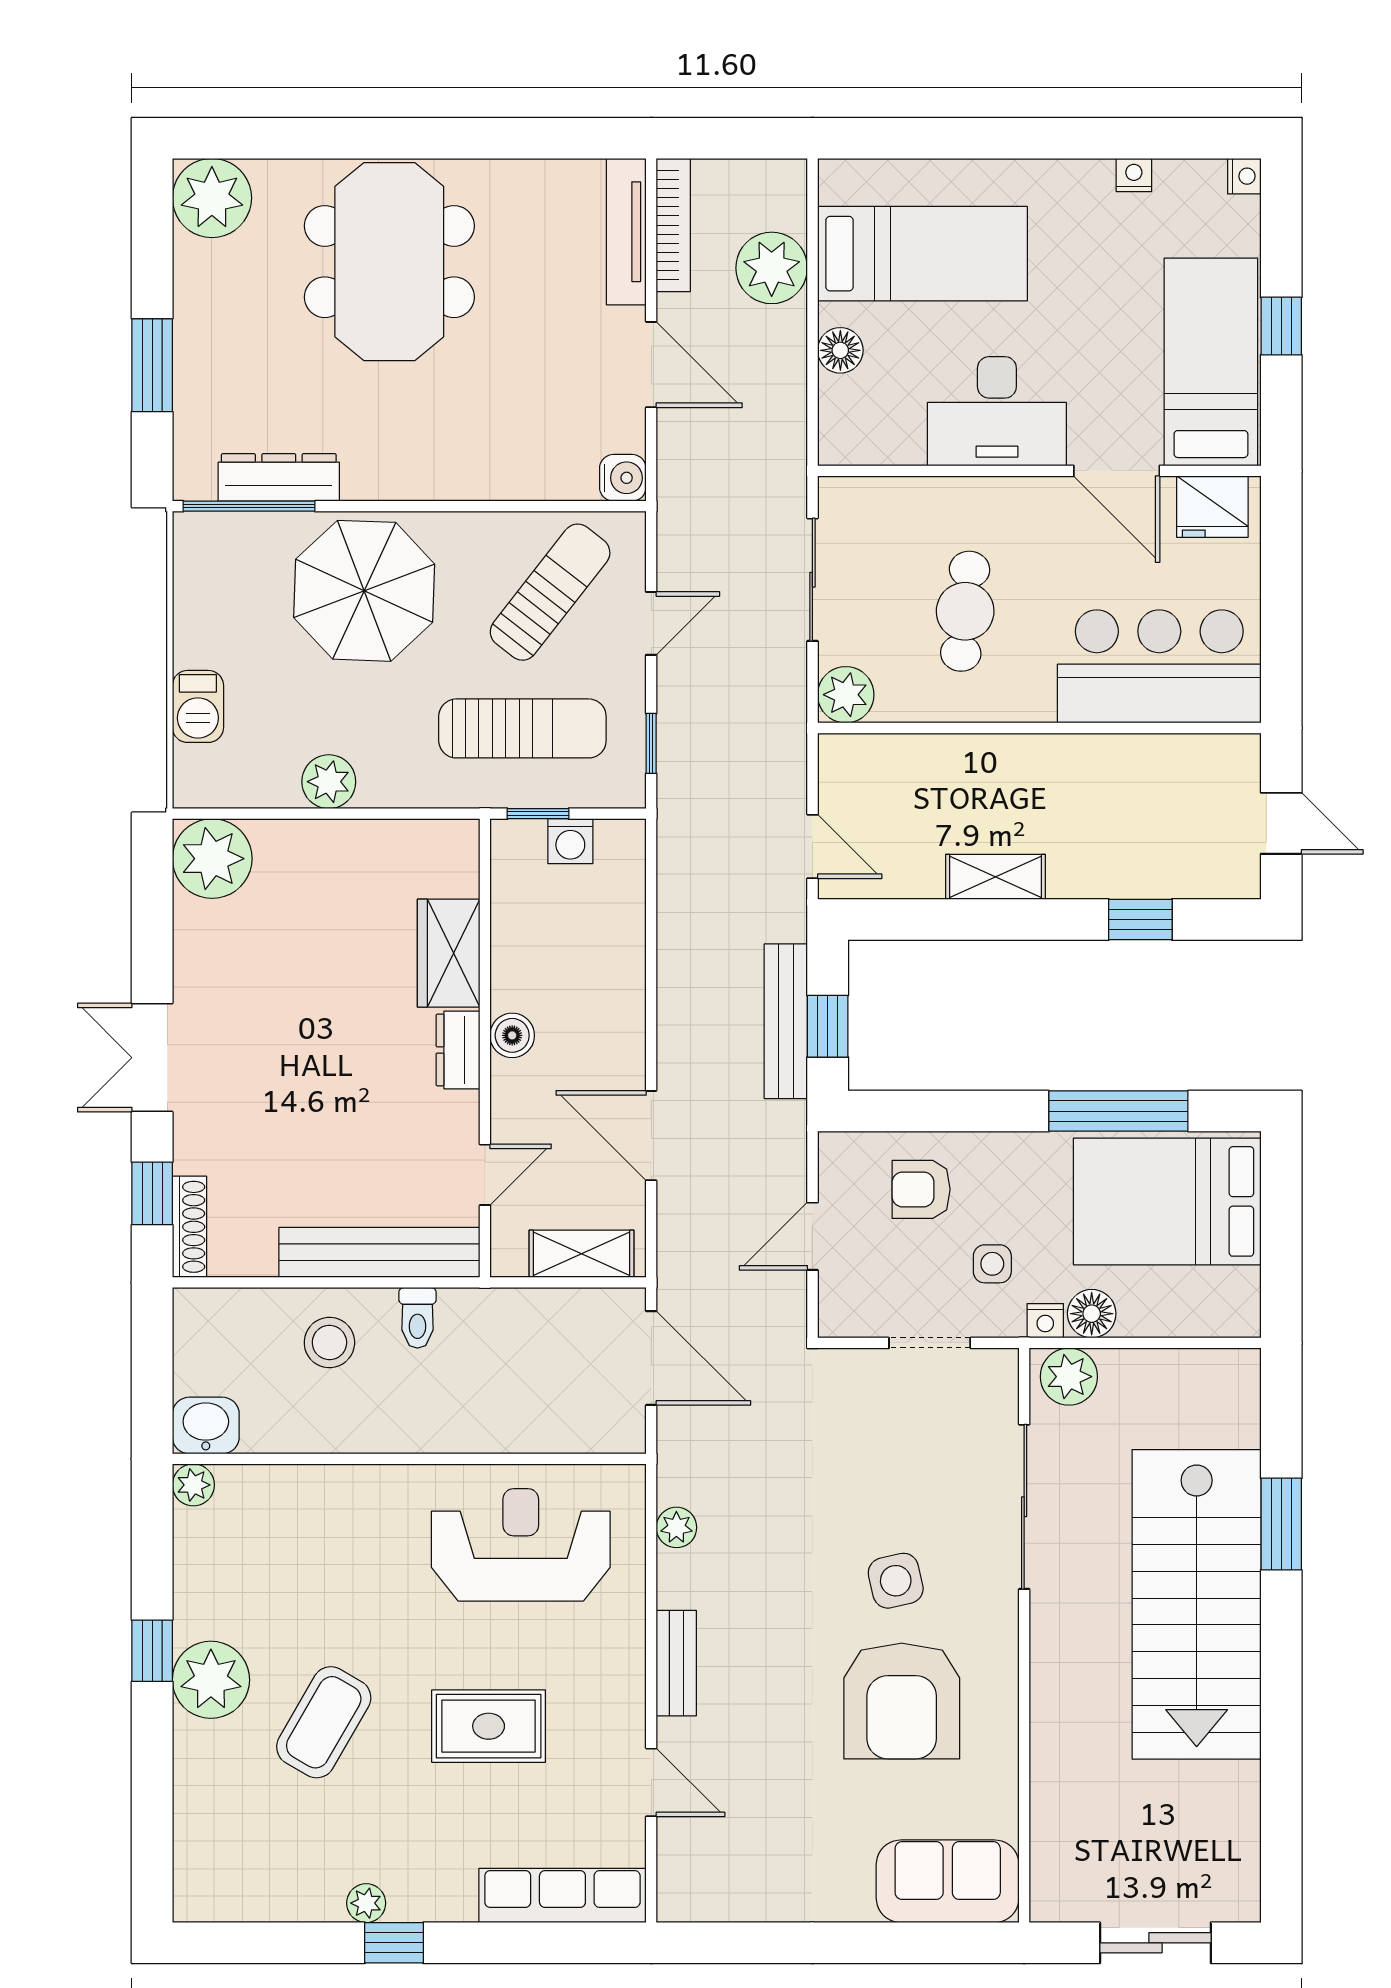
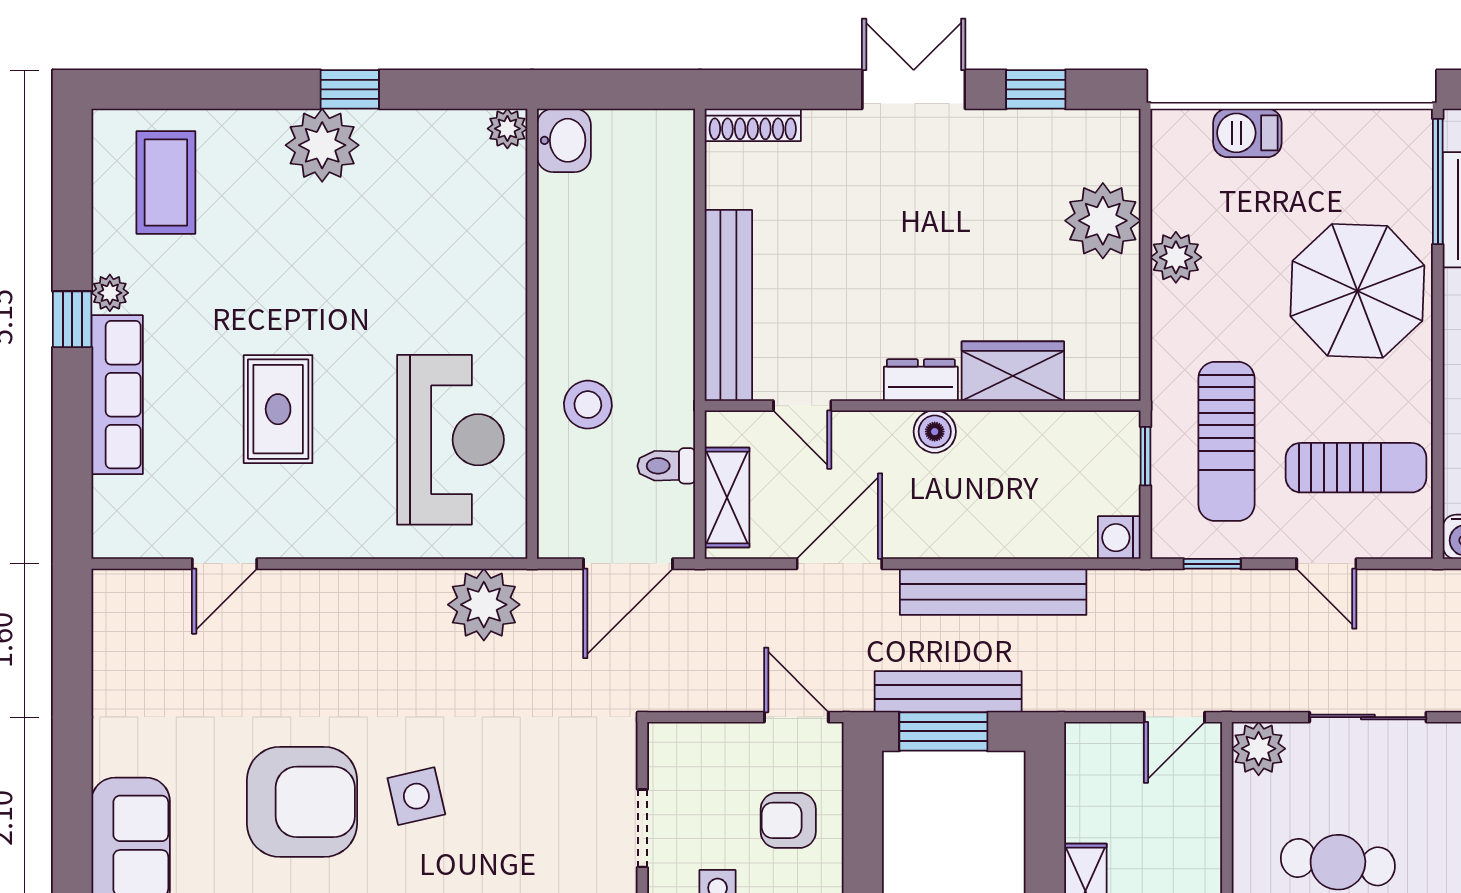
sun lounger: (550, 592) -> (1356, 468), turned -38
washing machine: (570, 841) -> (1119, 538), moved
door: (812, 846) -> (1174, 717), moved
plant: (212, 859) -> (1103, 221), moved
window: (828, 1026) -> (943, 731), width x1.50
armchair: (921, 1189) -> (788, 820), turned -90
window: (152, 1193) -> (1036, 89), moved
door: (812, 1236) -> (796, 717), moved
toilet: (417, 1318) -> (666, 466), moved
stool: (329, 1343) -> (588, 405), moved
plant: (676, 1527) -> (484, 605), width x1.87, depth x1.87
bench: (676, 1663) -> (993, 592), moved, width x1.86, depth x1.21
armchair: (902, 1701) -> (302, 802), turned 180
coffee table: (324, 1722) -> (166, 182), moved, turned 60
row of seats: (562, 1896) -> (117, 395), moved

